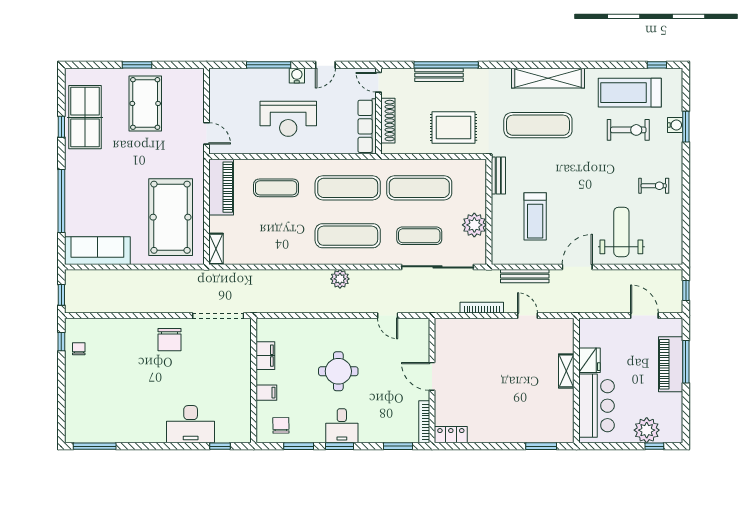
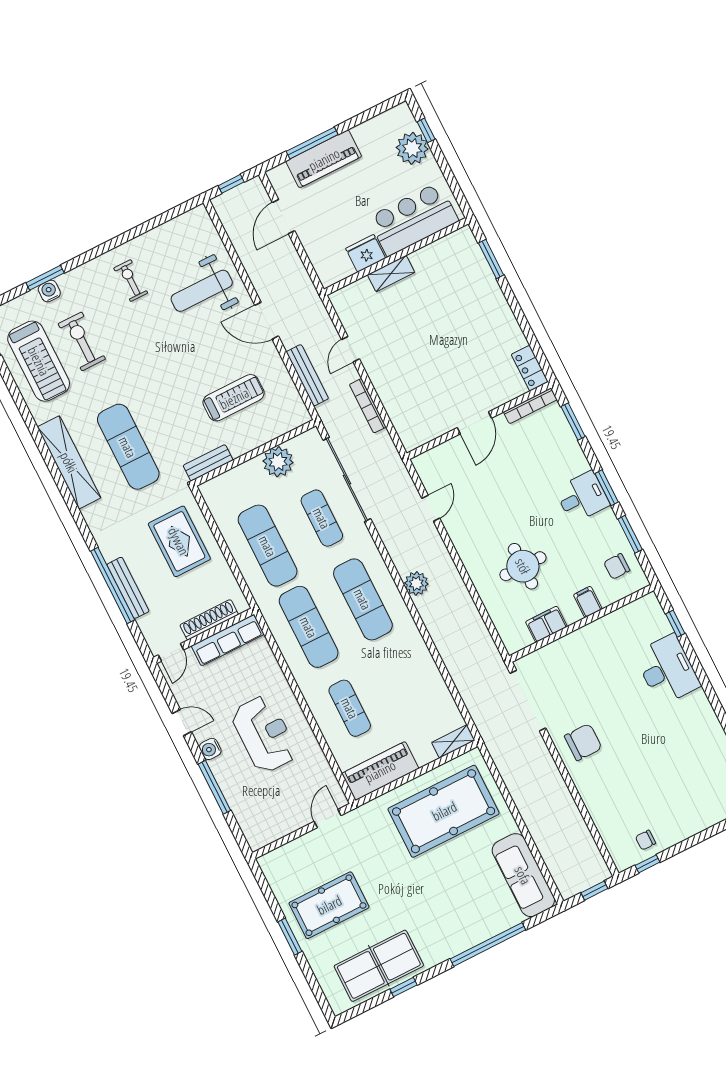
round table: (338, 371) -> (523, 566), moved

